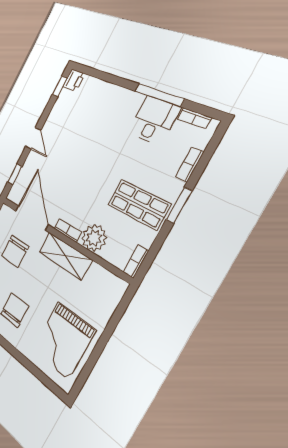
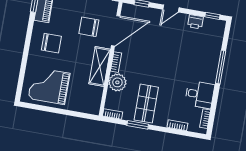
printer: (74, 80) -> (195, 22), moved
window: (159, 95) -> (221, 67), moved
window: (179, 205) -> (138, 125), moved

